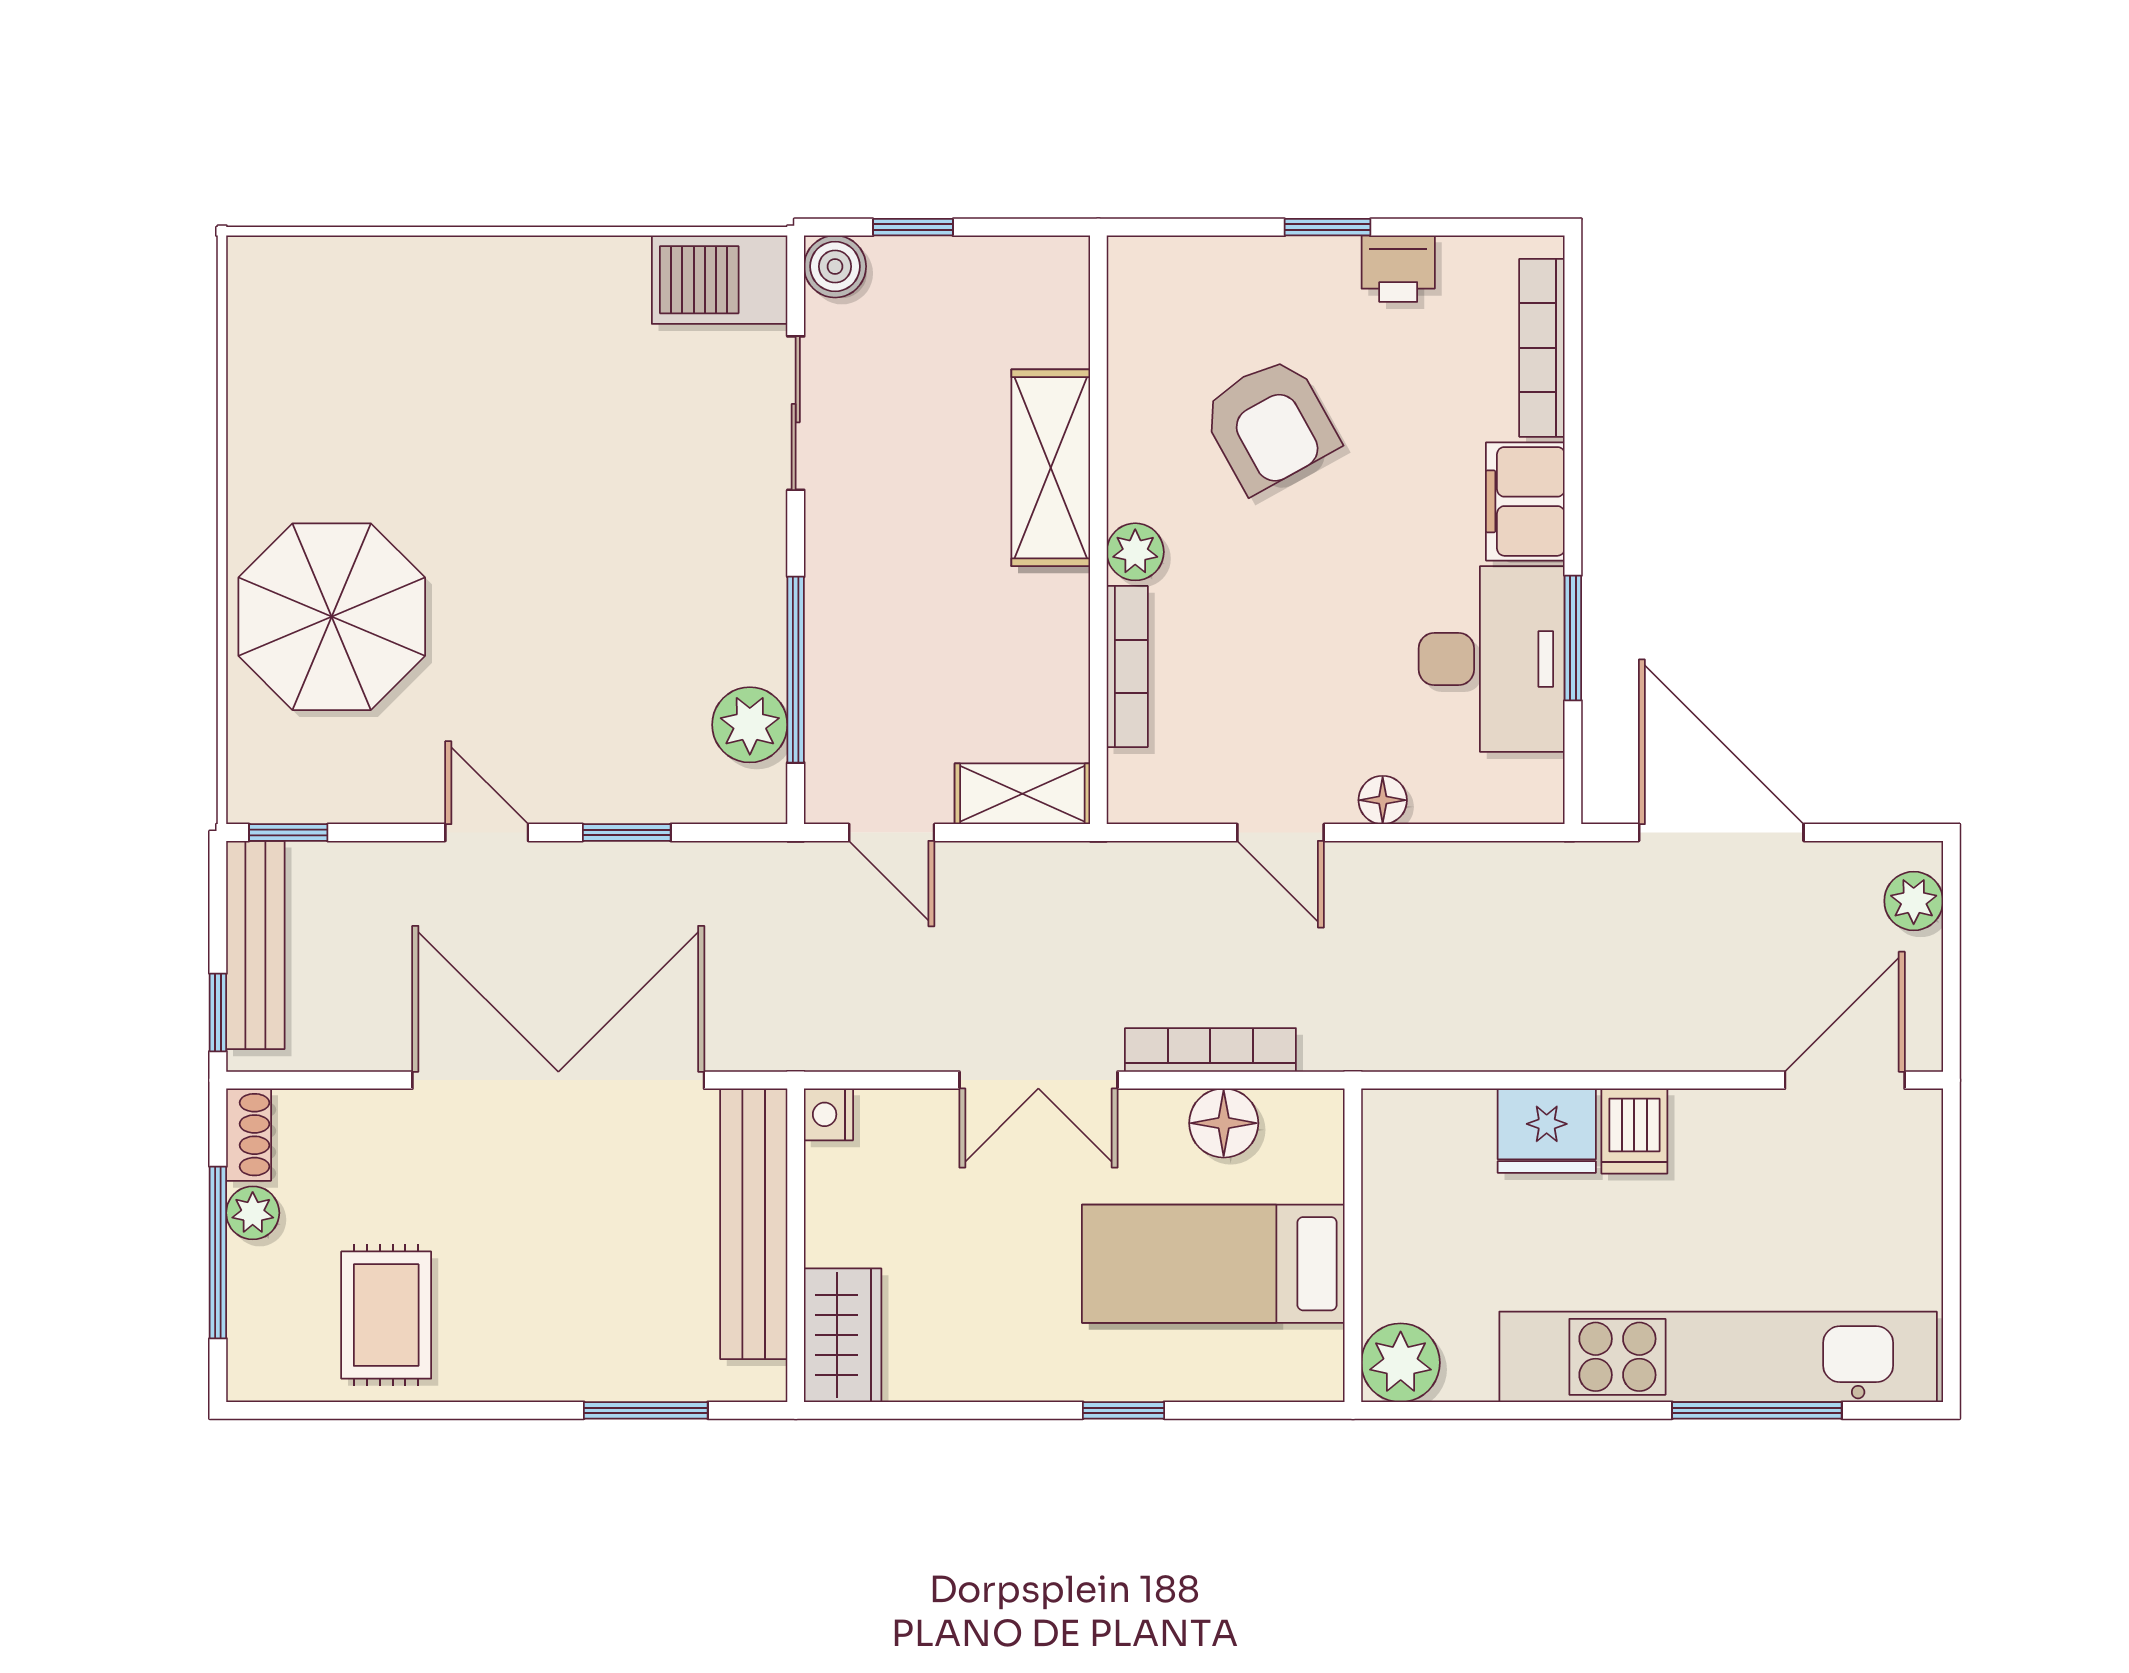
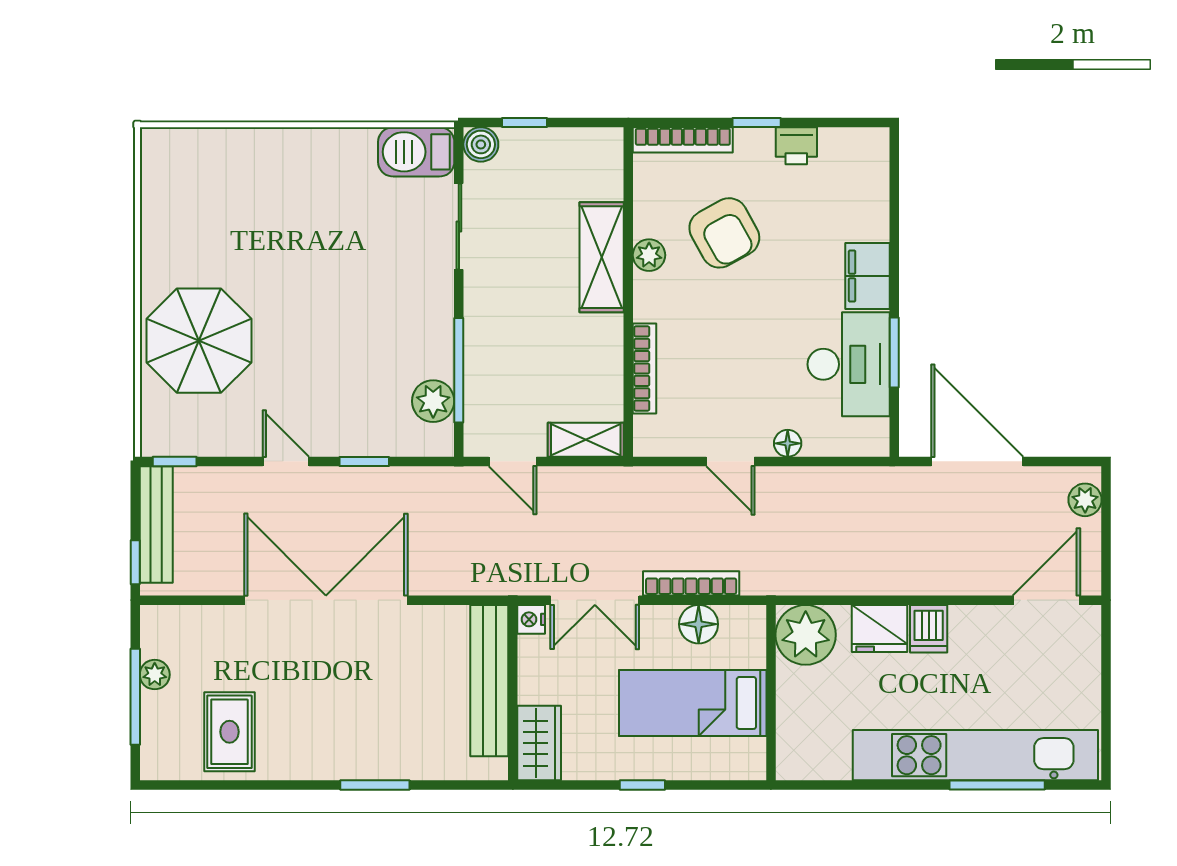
bookcase: (1542, 348) -> (683, 140), moved, turned -90
plant: (1135, 552) -> (649, 255), moved
nightstand: (829, 1114) -> (531, 619), moved
shoe rack: (249, 1135) -> (152, 631), removed
bench: (754, 1224) -> (489, 681), moved
wall: (796, 1245) -> (513, 693), moved
wardrobe: (843, 1335) -> (539, 743), moved
plant: (1401, 1363) -> (806, 635), moved, width x1.36, depth x1.36

